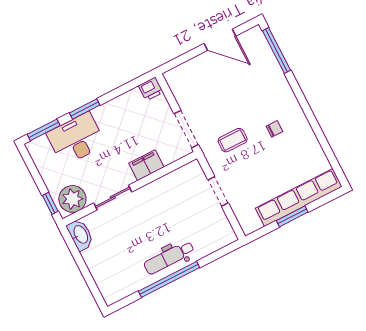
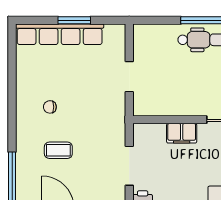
doorway: (186, 129) -> (129, 166), moved
coffee table: (233, 140) -> (58, 150), moved

